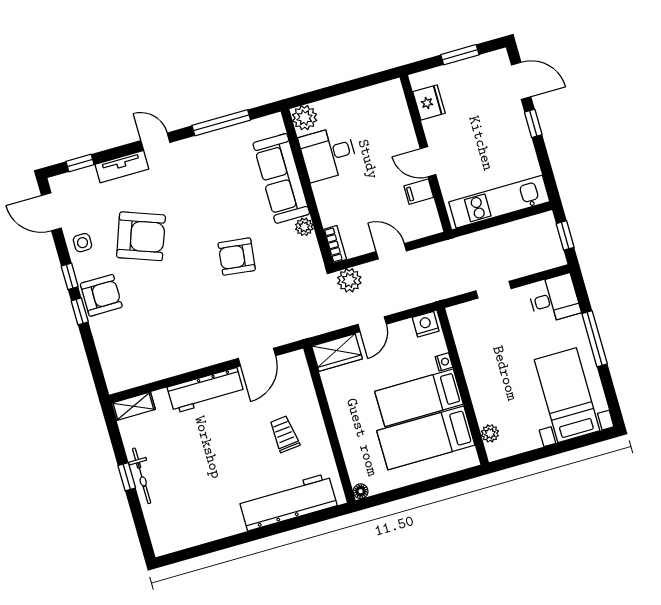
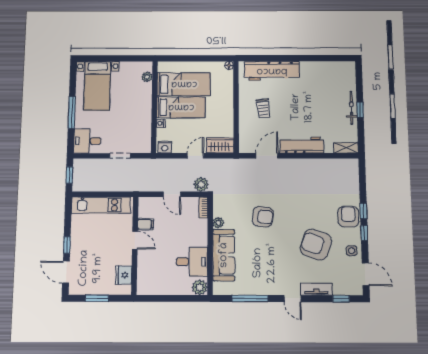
armchair: (101, 295) -> (348, 217), turned 90

